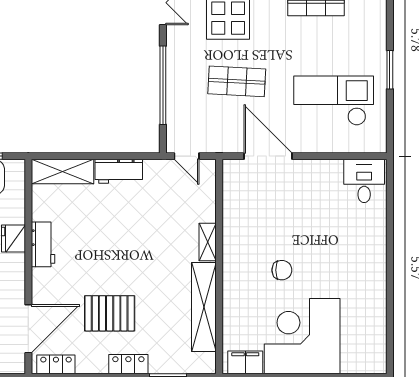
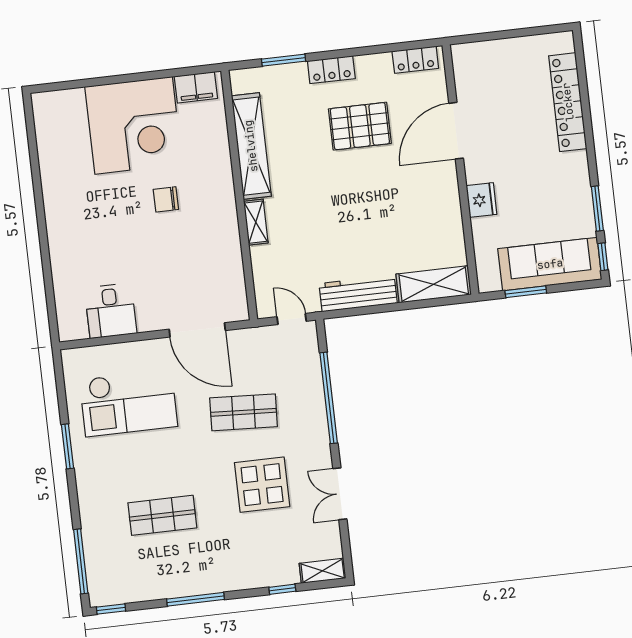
workbench: (119, 171) -> (358, 293), width x1.38
desk: (364, 181) -> (111, 311), moved
workbench: (43, 244) -> (447, 197), removed
door: (28, 329) -> (456, 131), moved

